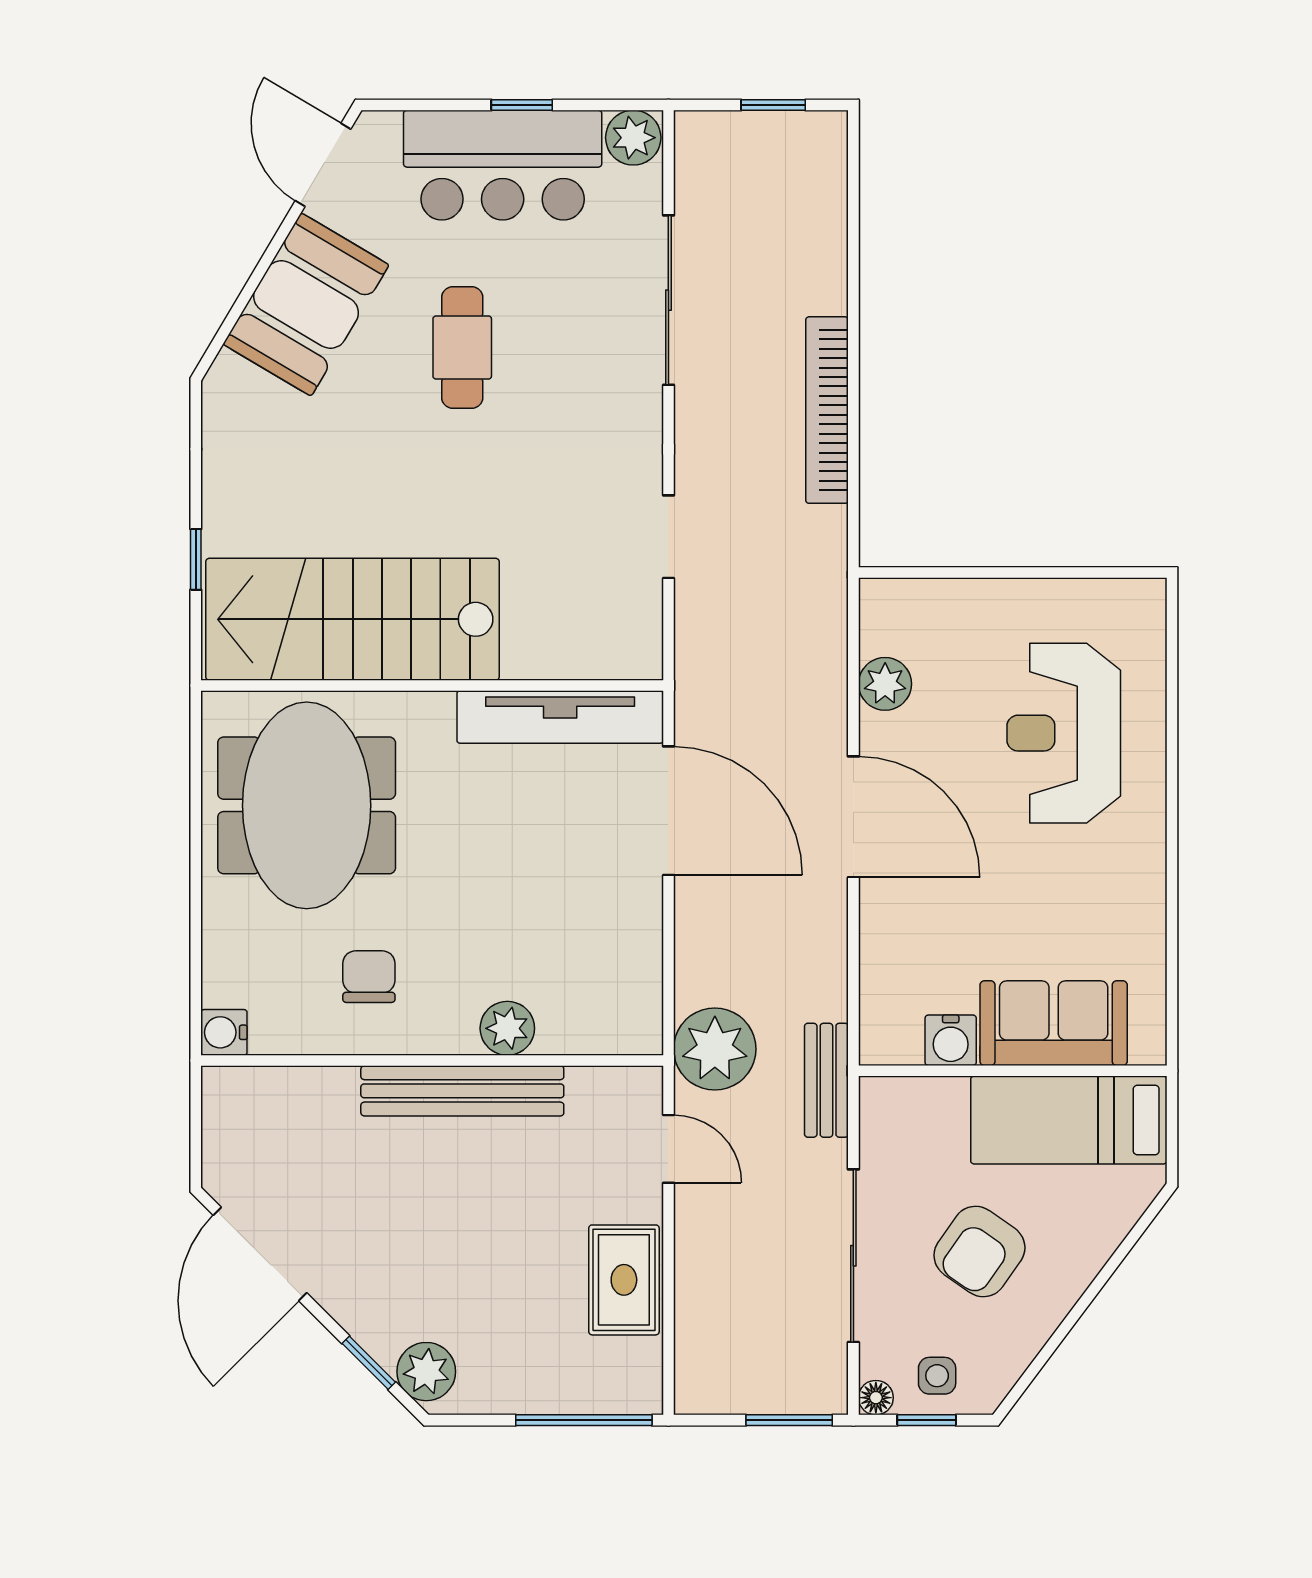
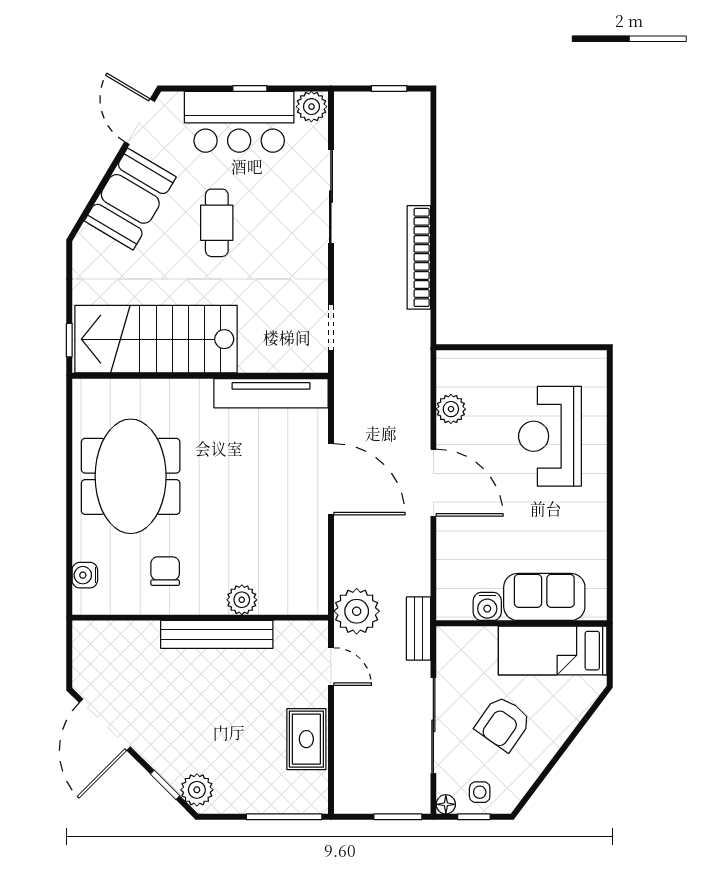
stairs: (353, 619) -> (156, 339), moved
wall: (432, 685) -> (200, 376), moved
tv unit: (560, 717) -> (271, 393), moved
water cooler: (224, 1032) -> (85, 575), moved

